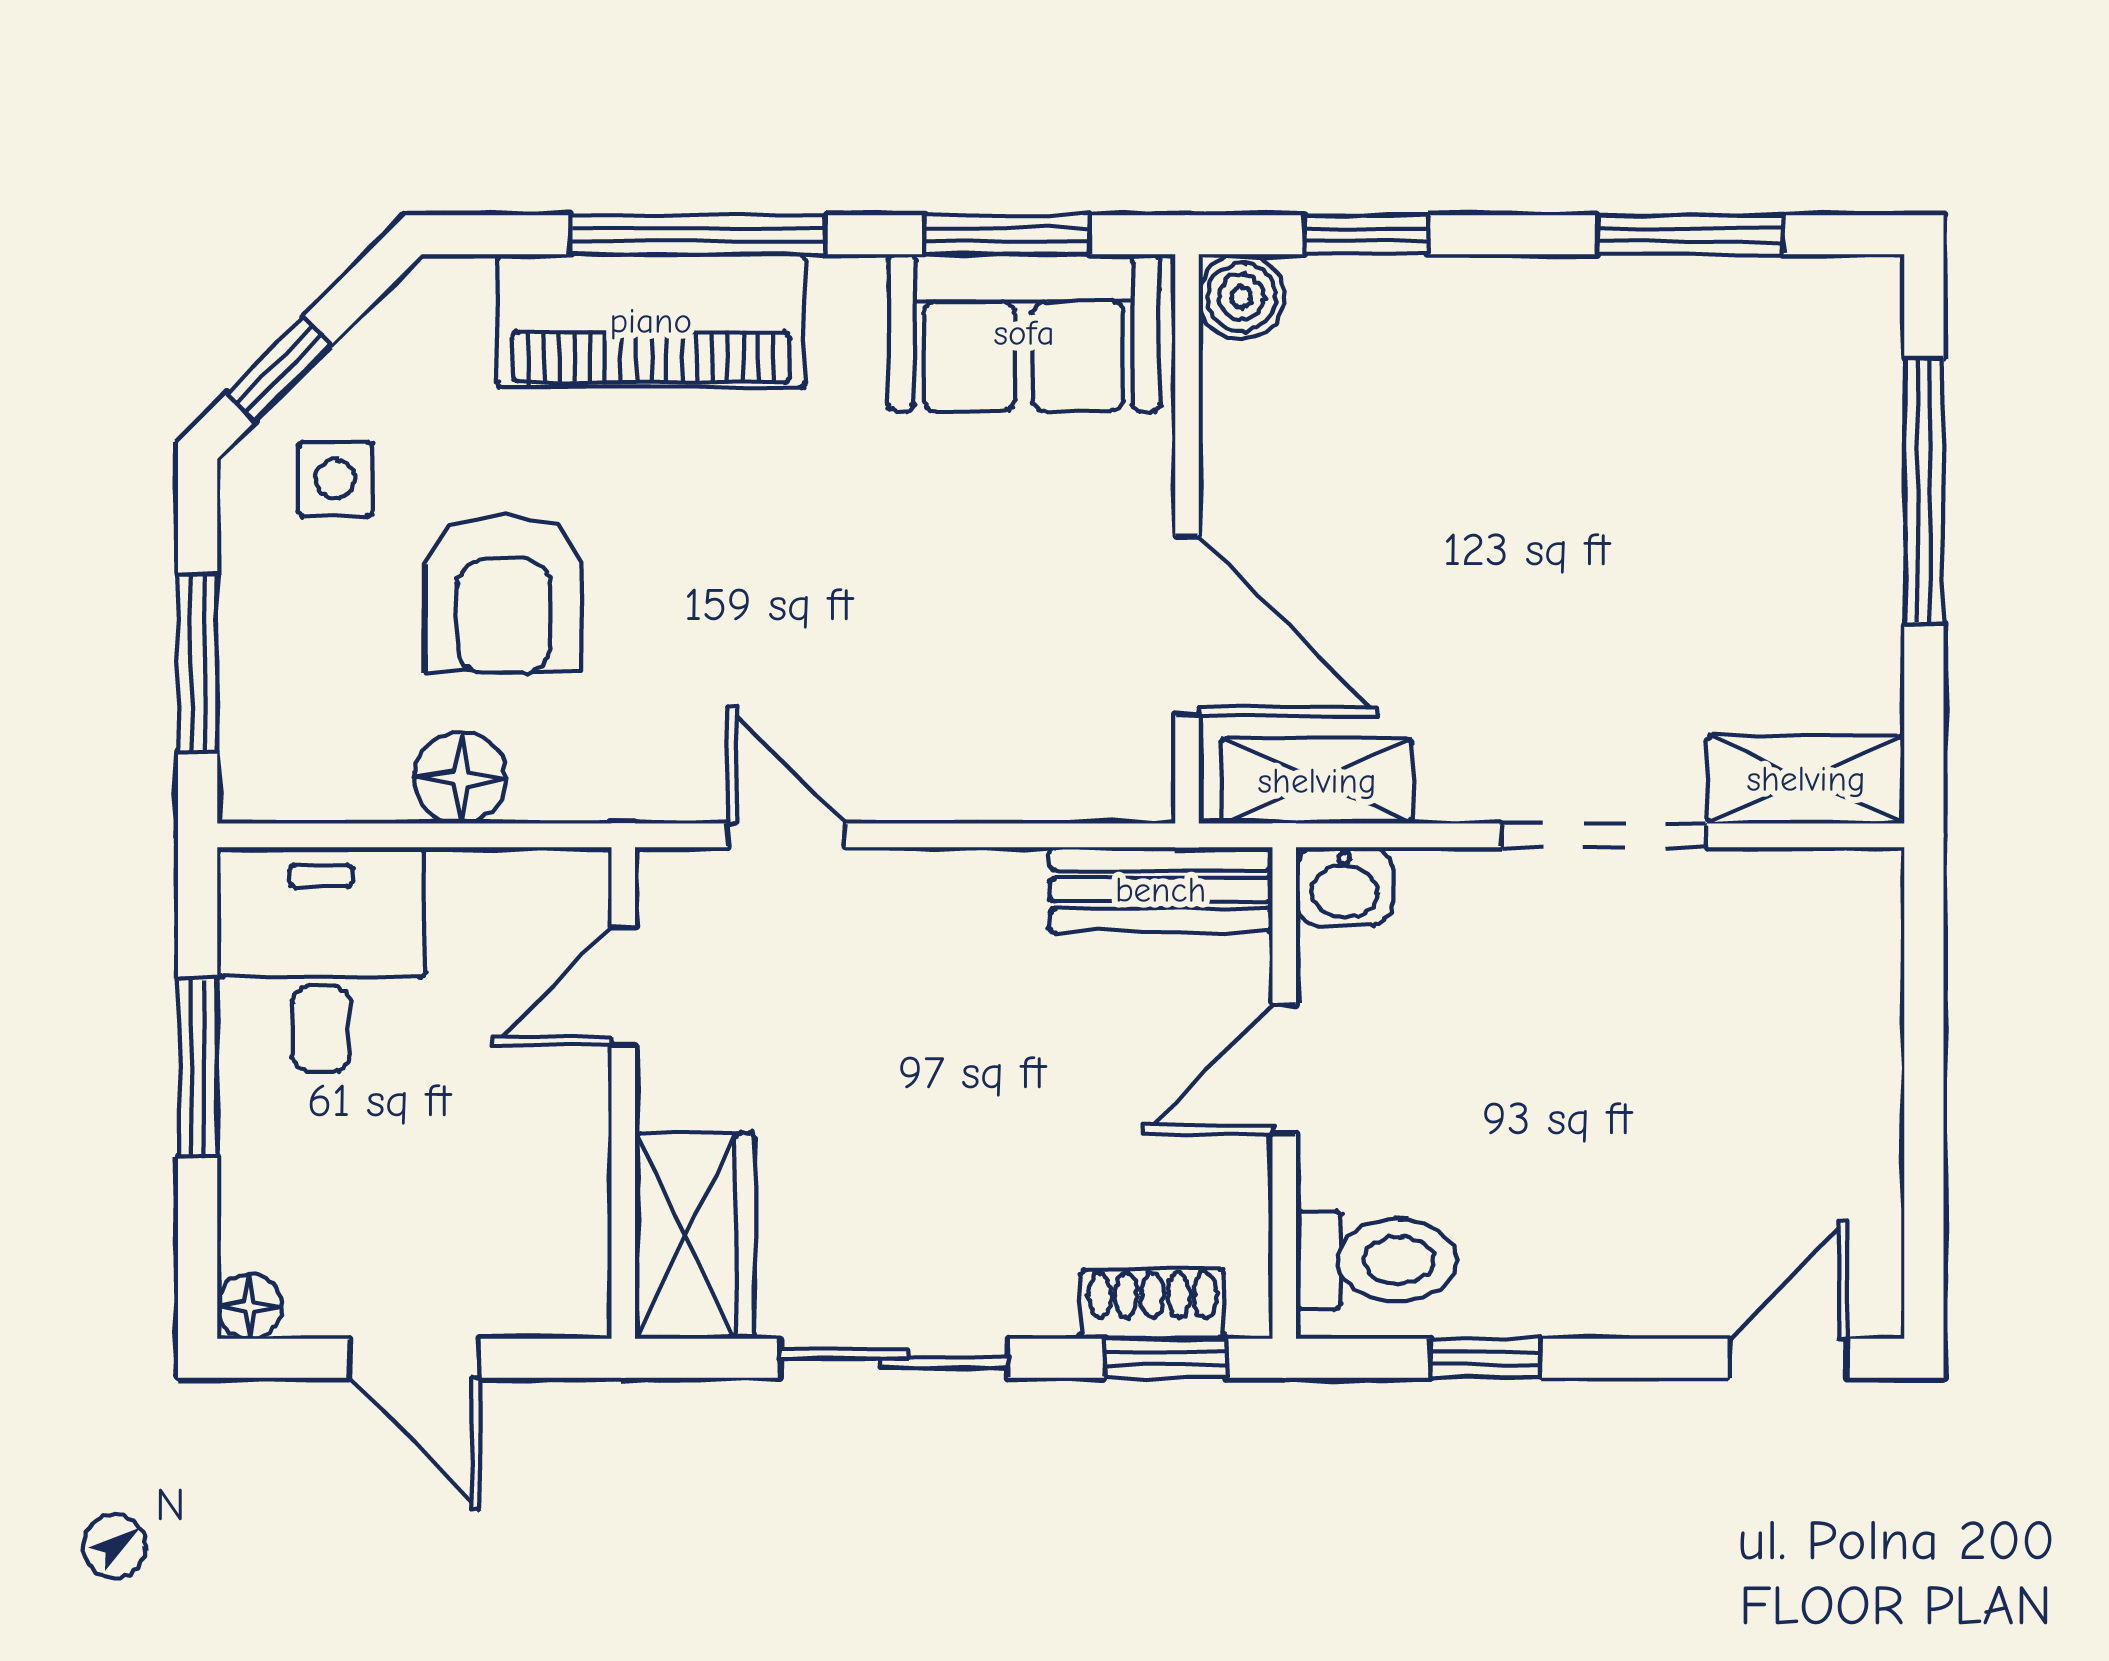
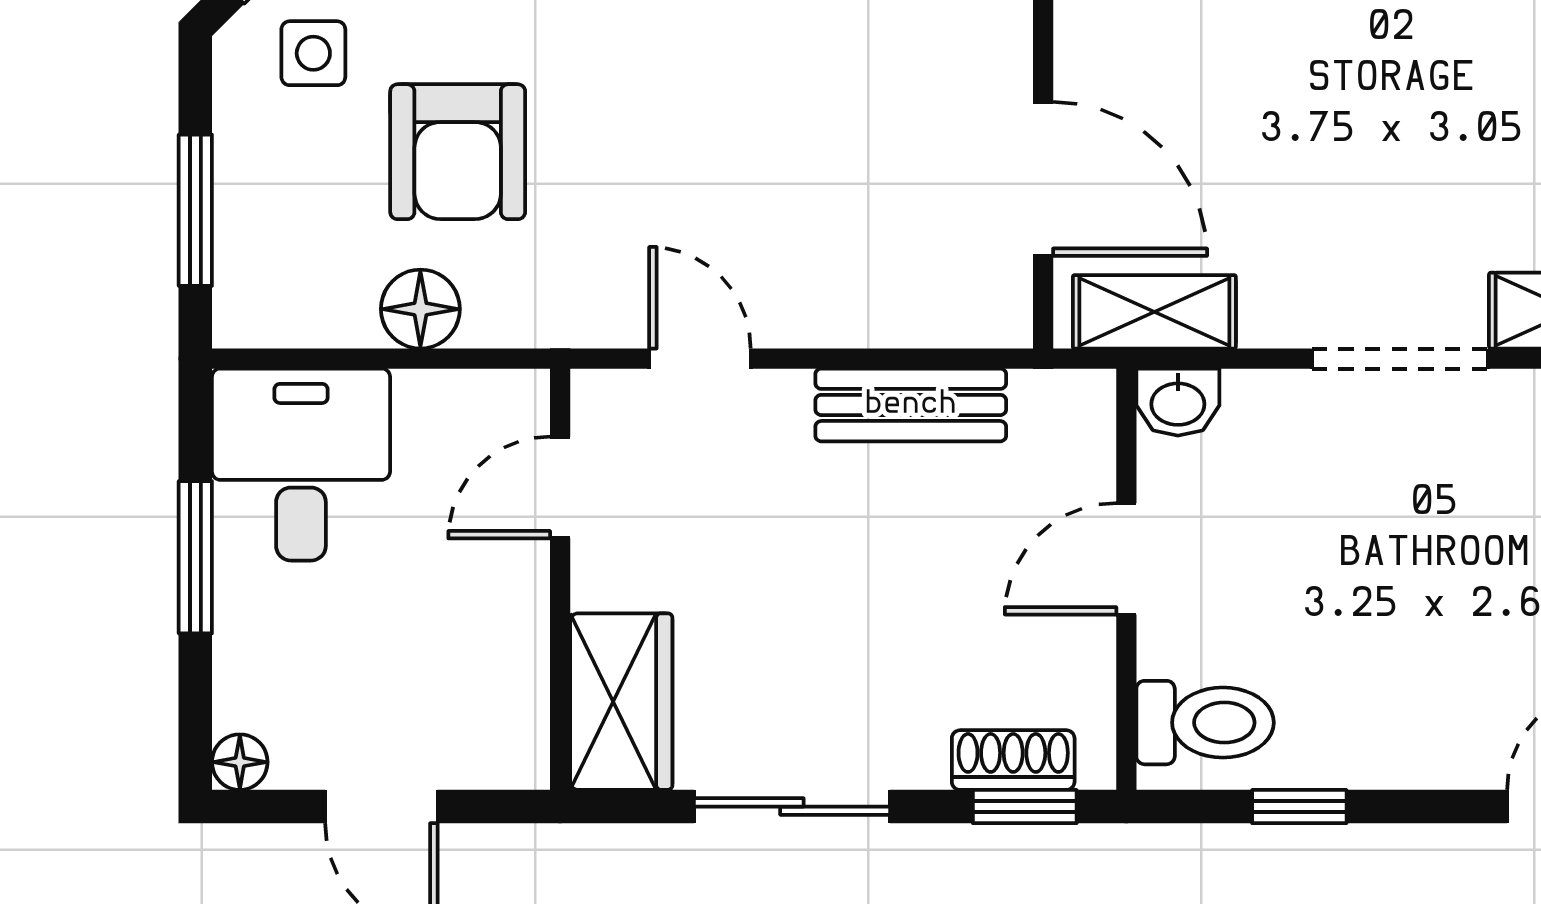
bench: (1161, 890) -> (911, 405), moved

